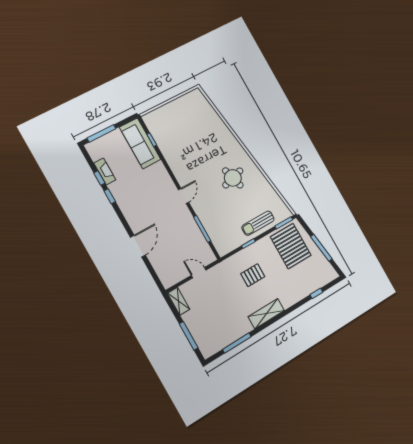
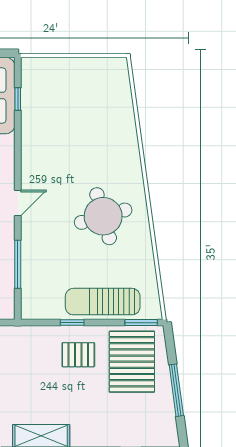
round table: (233, 178) -> (103, 216), width x1.36, depth x1.36
sun lounger: (258, 223) -> (103, 302), width x1.36, depth x1.34
pallet: (253, 275) -> (78, 355), moved

